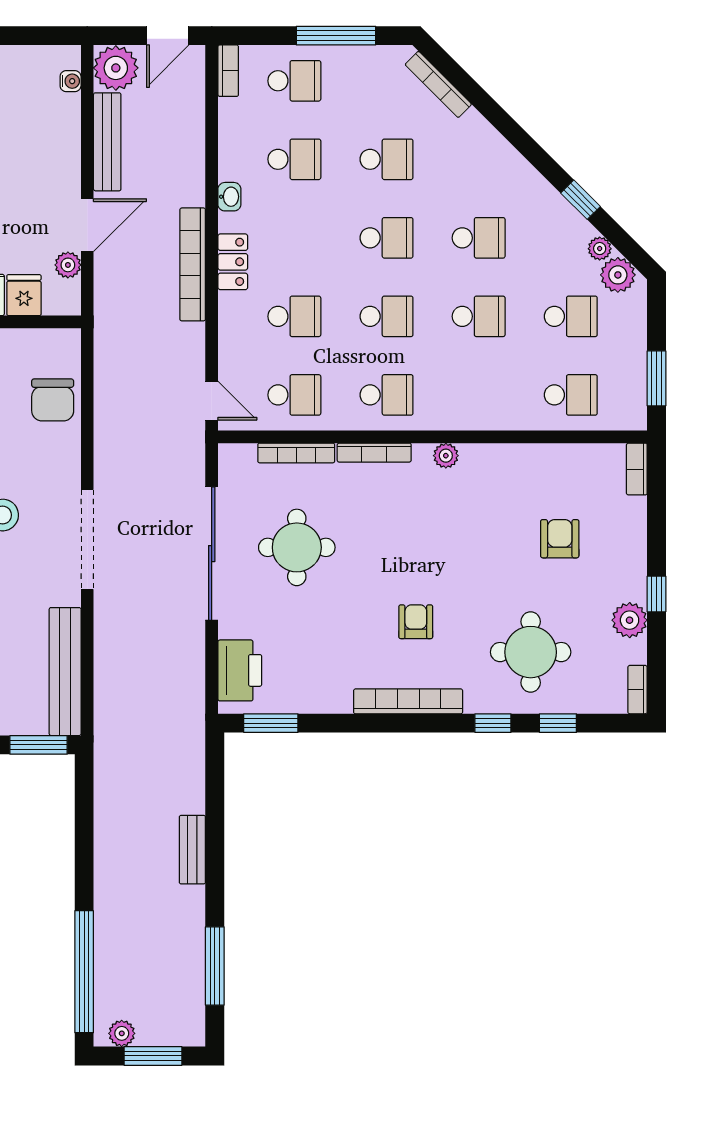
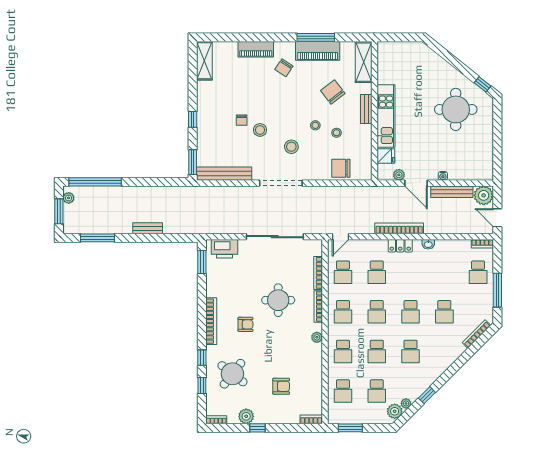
water cooler: (71, 81) -> (443, 176), moved
school desk: (294, 159) -> (343, 351), moved
round table: (297, 547) -> (278, 300), moved
round table: (531, 652) -> (232, 374), turned 38

